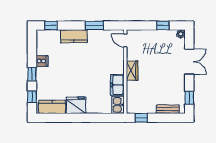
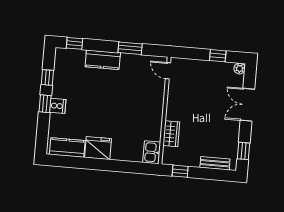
cooker: (42, 61) -> (58, 106), moved
double door: (189, 62) -> (247, 105), swing flipped
wardrobe: (132, 71) -> (171, 134), moved
freezer: (117, 85) -> (153, 127), removed
window: (32, 97) -> (47, 78), moved

